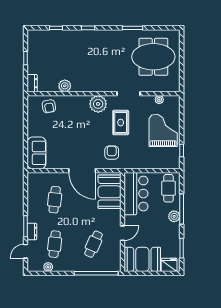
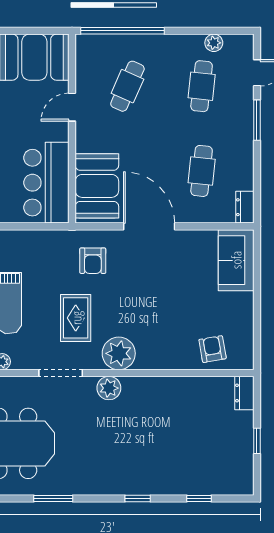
plant: (65, 86) -> (109, 388), moved
dresser: (32, 232) -> (245, 207), moved

